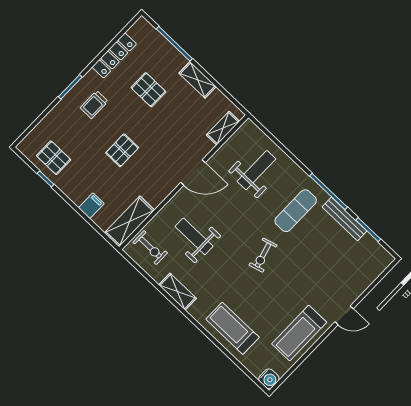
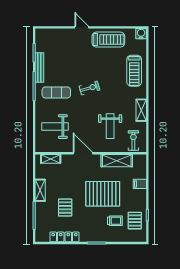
trolley: (94, 105) -> (115, 221), moved
pallet: (122, 150) -> (103, 194), width x2.05, depth x2.00
shelving: (129, 221) -> (117, 161), moved

